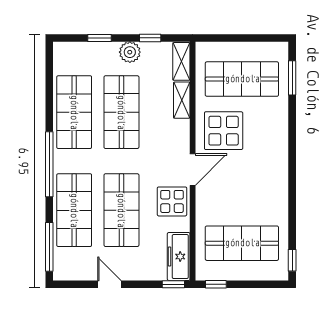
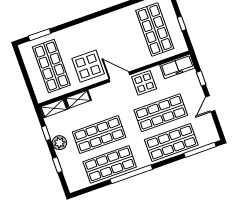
window: (49, 164) -> (131, 174), moved
window: (173, 284) -> (201, 78), moved
window: (216, 284) -> (182, 24), moved

